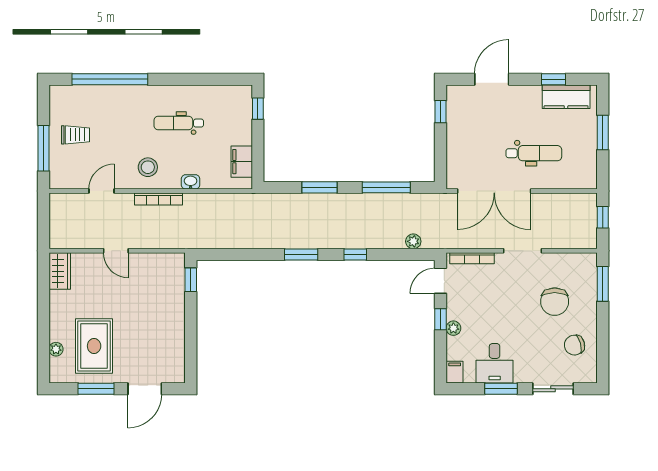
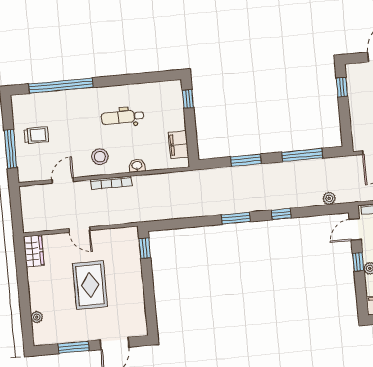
rug: (94, 346) -> (90, 285), moved

